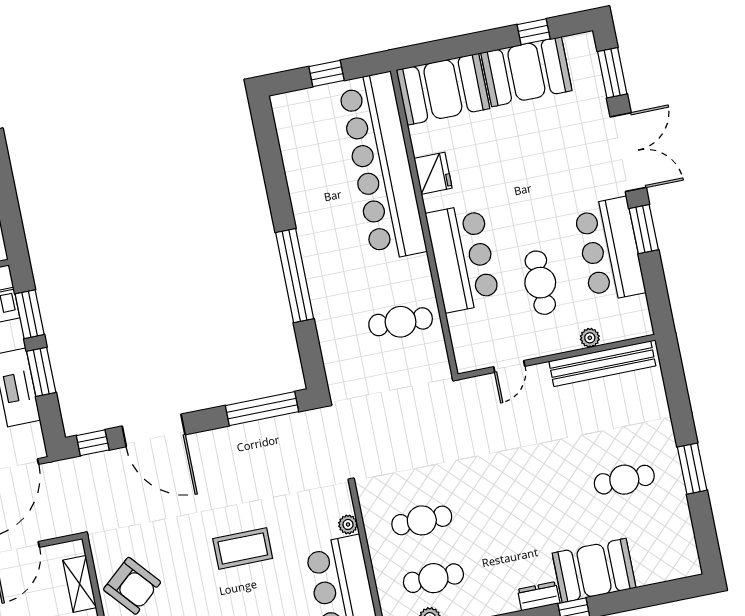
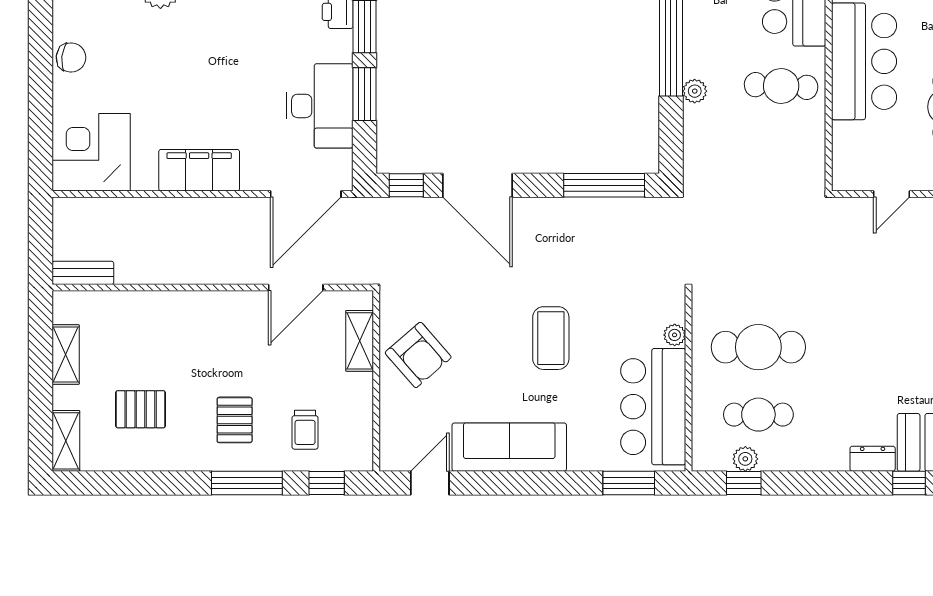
plant: (323, 312) -> (695, 91), added
cafe table: (401, 322) -> (781, 86), moved
cafe table: (422, 520) -> (758, 347), width x1.37, depth x1.35
coffee table: (243, 548) -> (551, 338), turned 90

